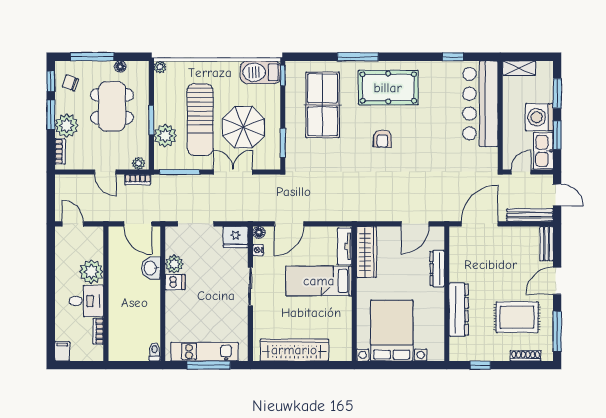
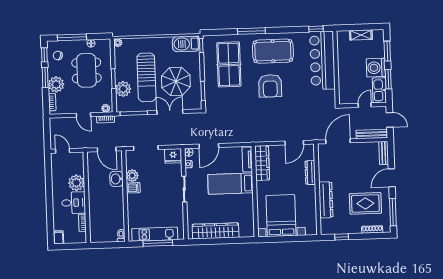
bar counter: (480, 104) -> (322, 60), moved
wall: (500, 115) -> (336, 68), moved
armchair: (382, 139) -> (270, 86), width x1.88, depth x1.88

